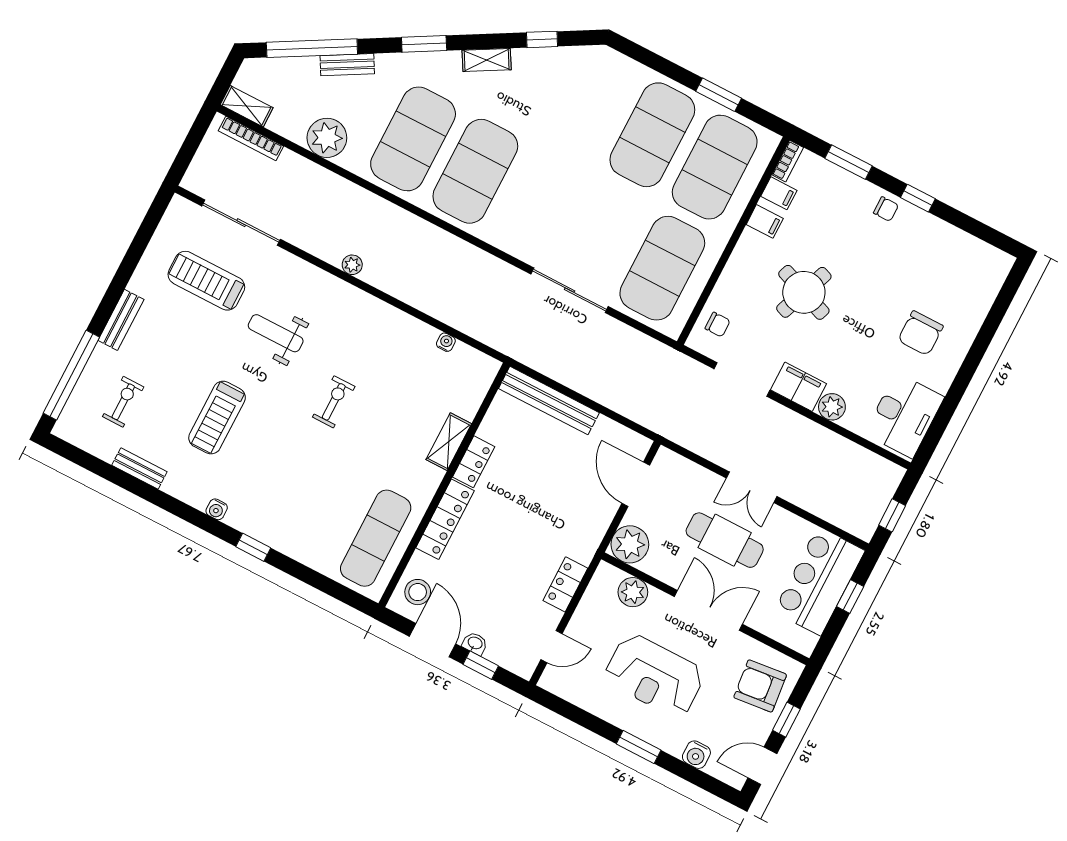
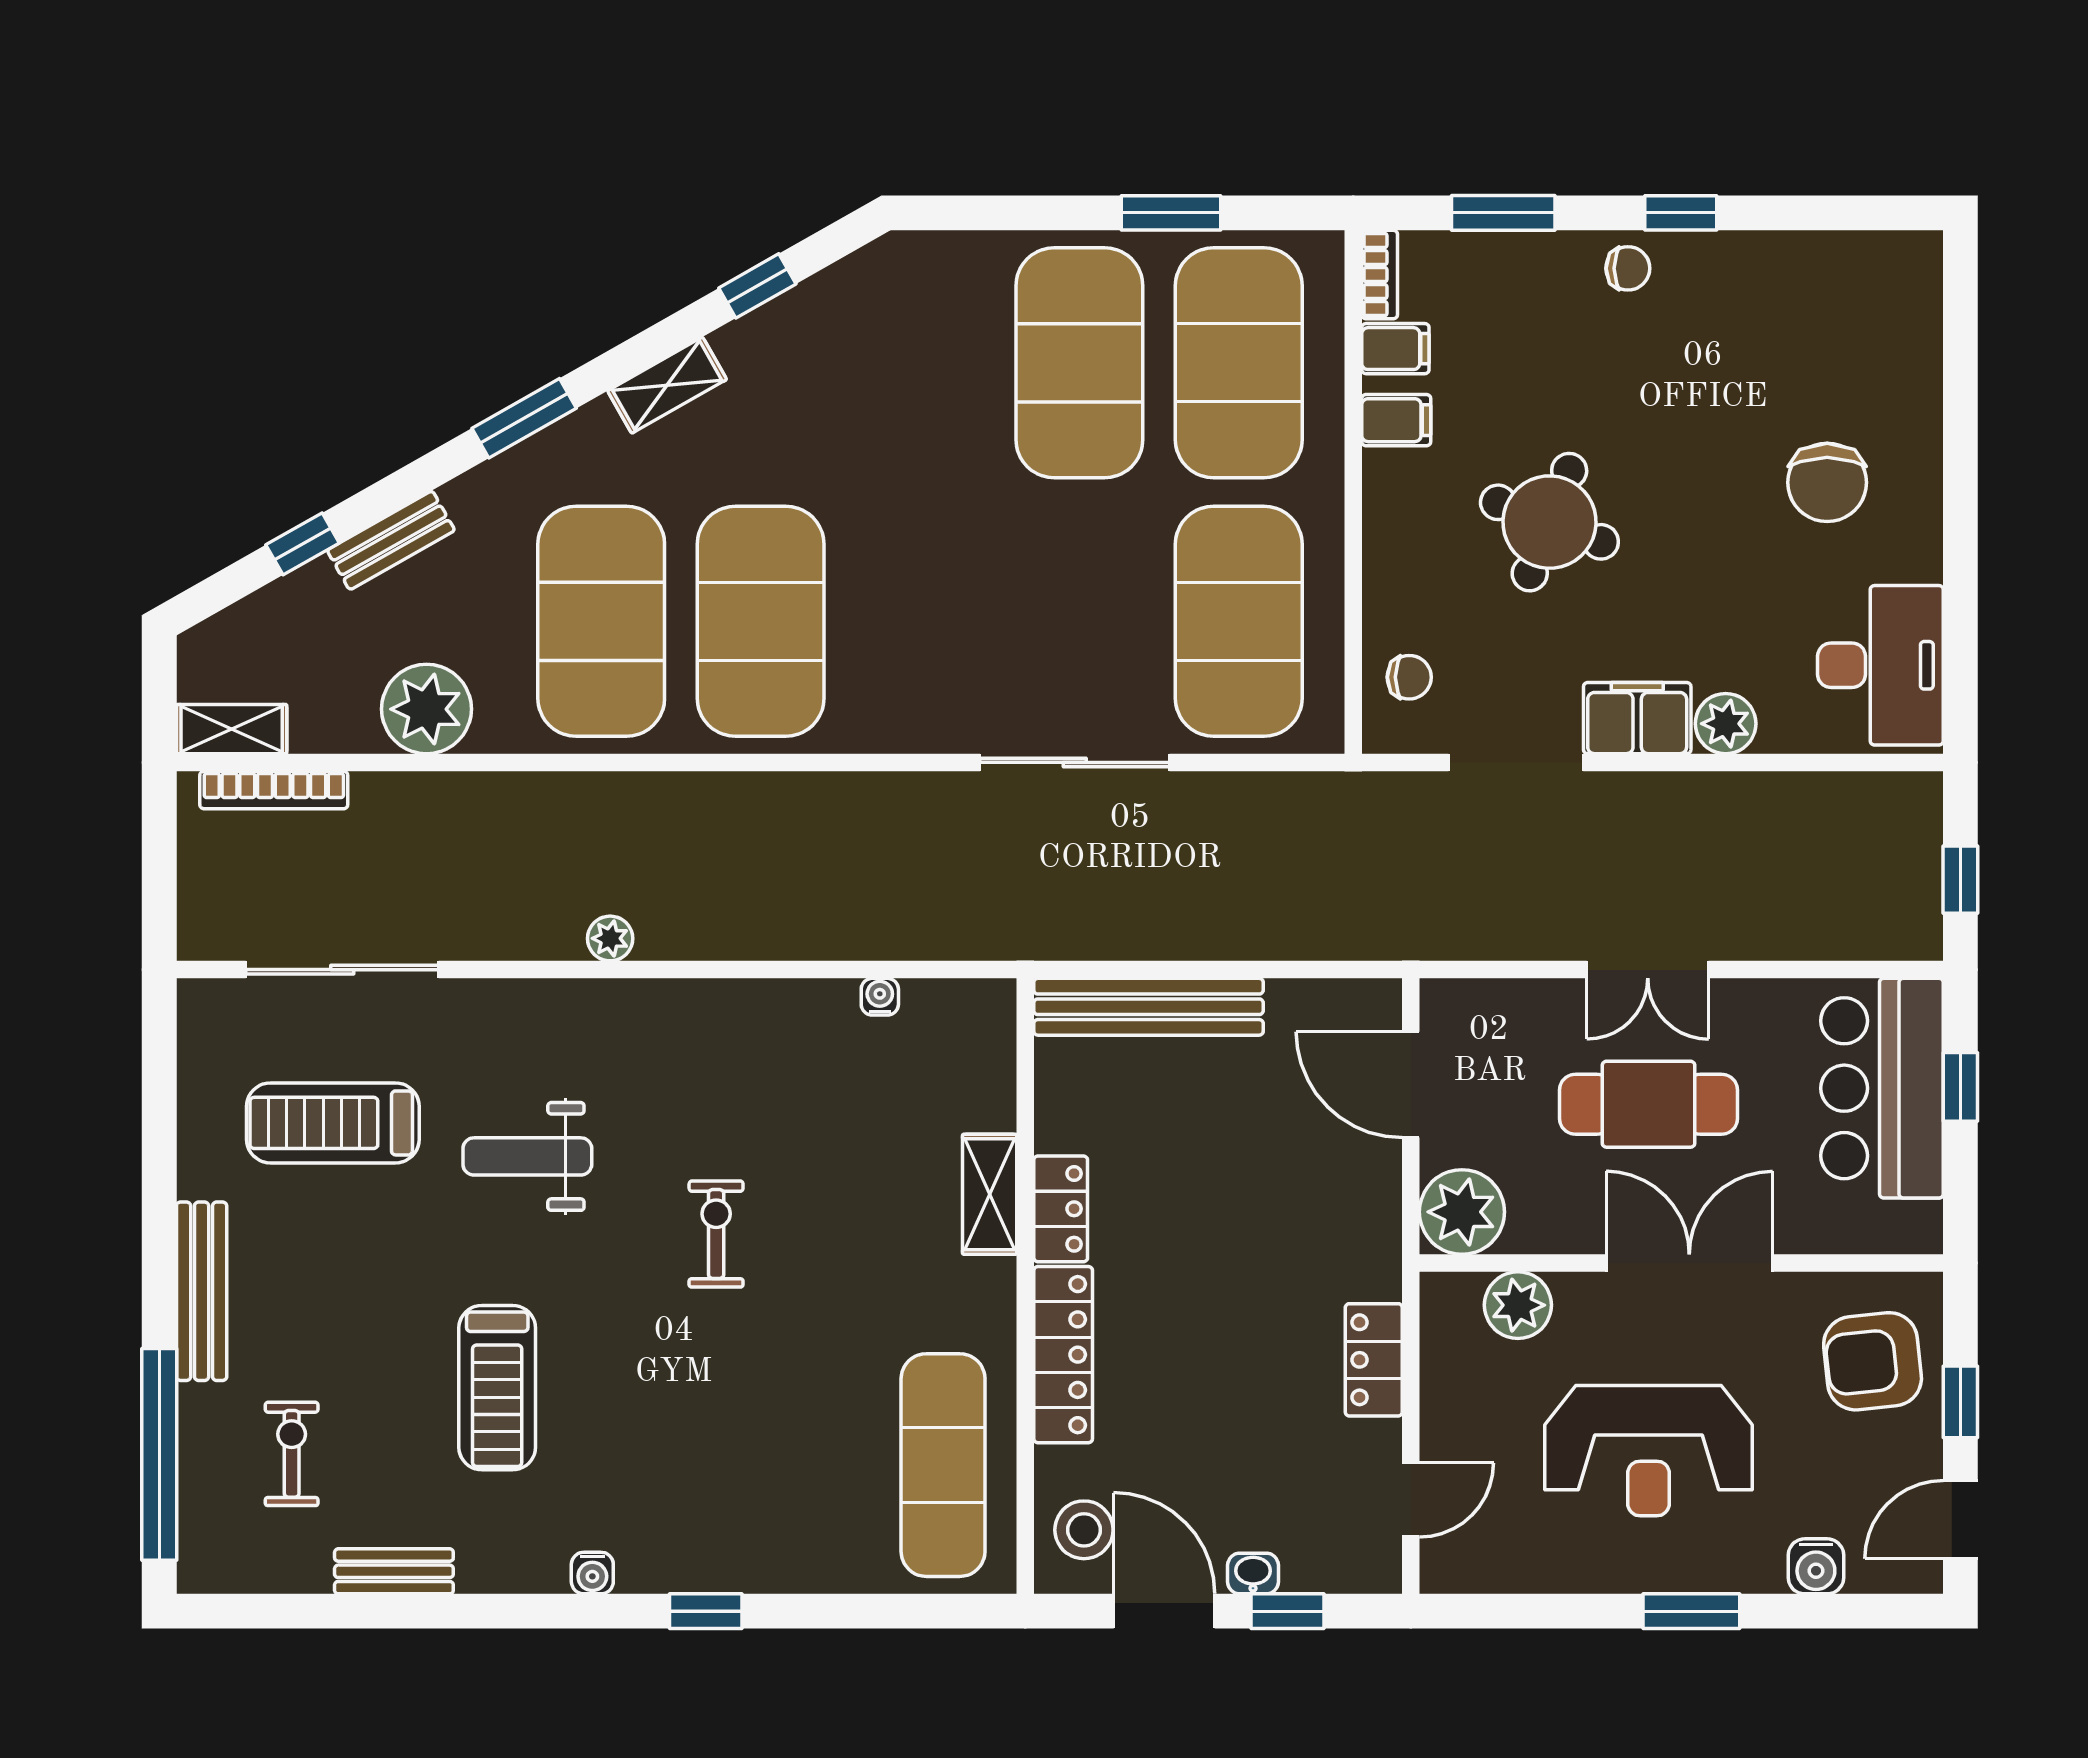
window: (312, 48) -> (303, 544), width x0.32
bench: (121, 320) -> (202, 1291), width x1.36

